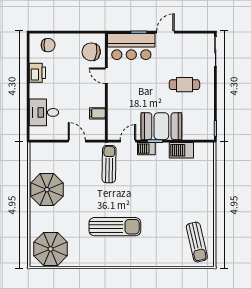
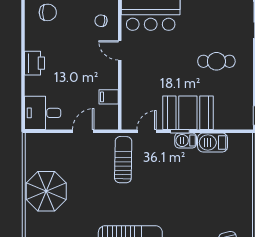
chair: (91, 52) -> (101, 21), width x0.54, depth x0.54
printer: (37, 73) -> (35, 63), moved
desk: (44, 112) -> (43, 113), moved
door: (77, 141) -> (83, 131), hinge flipped
barbecue: (146, 149) -> (186, 140), moved

